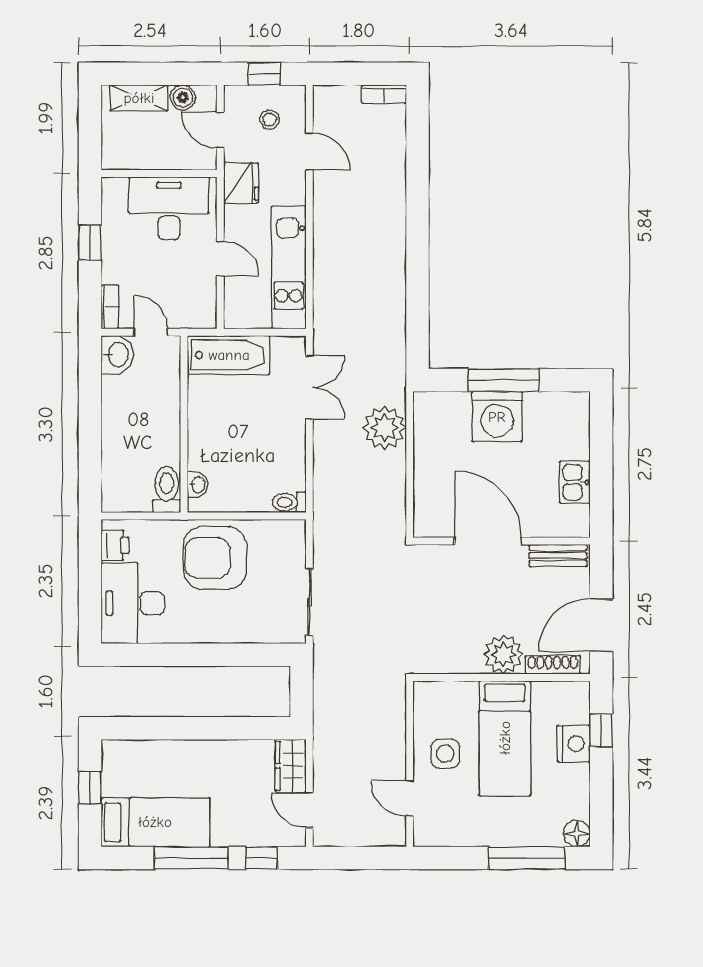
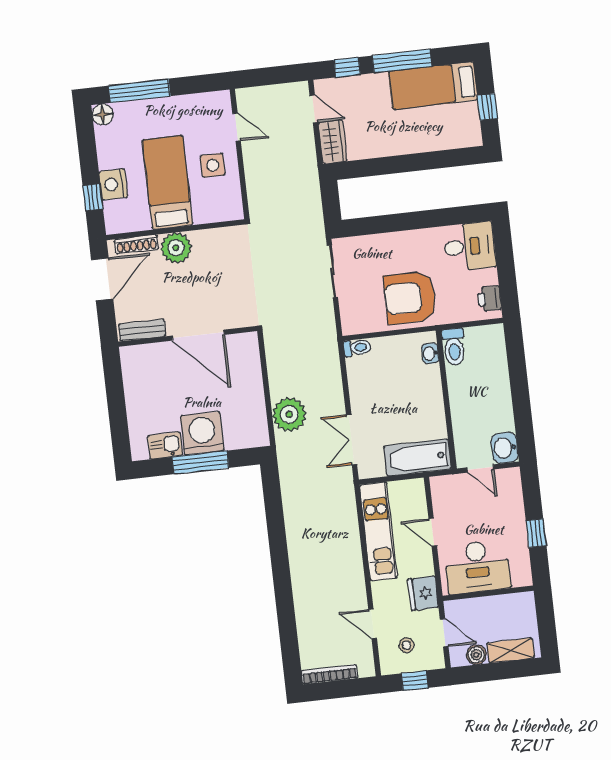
bookcase: (384, 94) -> (329, 674), width x1.56
bookcase: (110, 307) -> (515, 485), removed
kitchen sink: (575, 482) -> (165, 445), moved, turned -90
armchair: (215, 558) -> (410, 298), turned 180
desk: (133, 603) -> (469, 246), width x0.73

